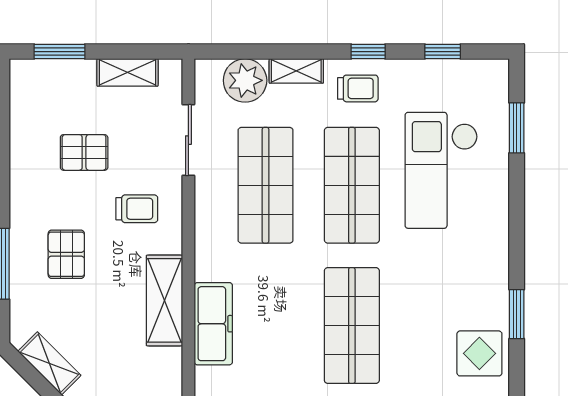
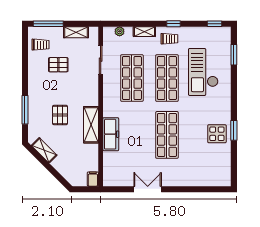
window: (59, 52) -> (48, 24), width x1.44
window: (443, 52) -> (214, 24), moved
plant: (245, 80) -> (120, 31), width x0.53, depth x0.53
trolley: (137, 209) -> (41, 45), moved
pallet: (66, 254) -> (60, 115), moved
display table: (479, 353) -> (217, 134), moved

